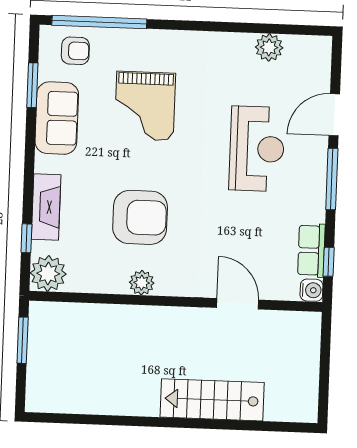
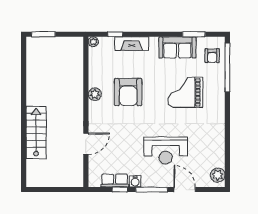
plant: (269, 47) -> (218, 175), moved
window: (329, 262) -> (120, 190), moved
plant: (48, 273) -> (93, 42), width x0.53, depth x0.53
water cooler: (312, 290) -> (135, 181), moved
window: (23, 340) -> (43, 34), moved

